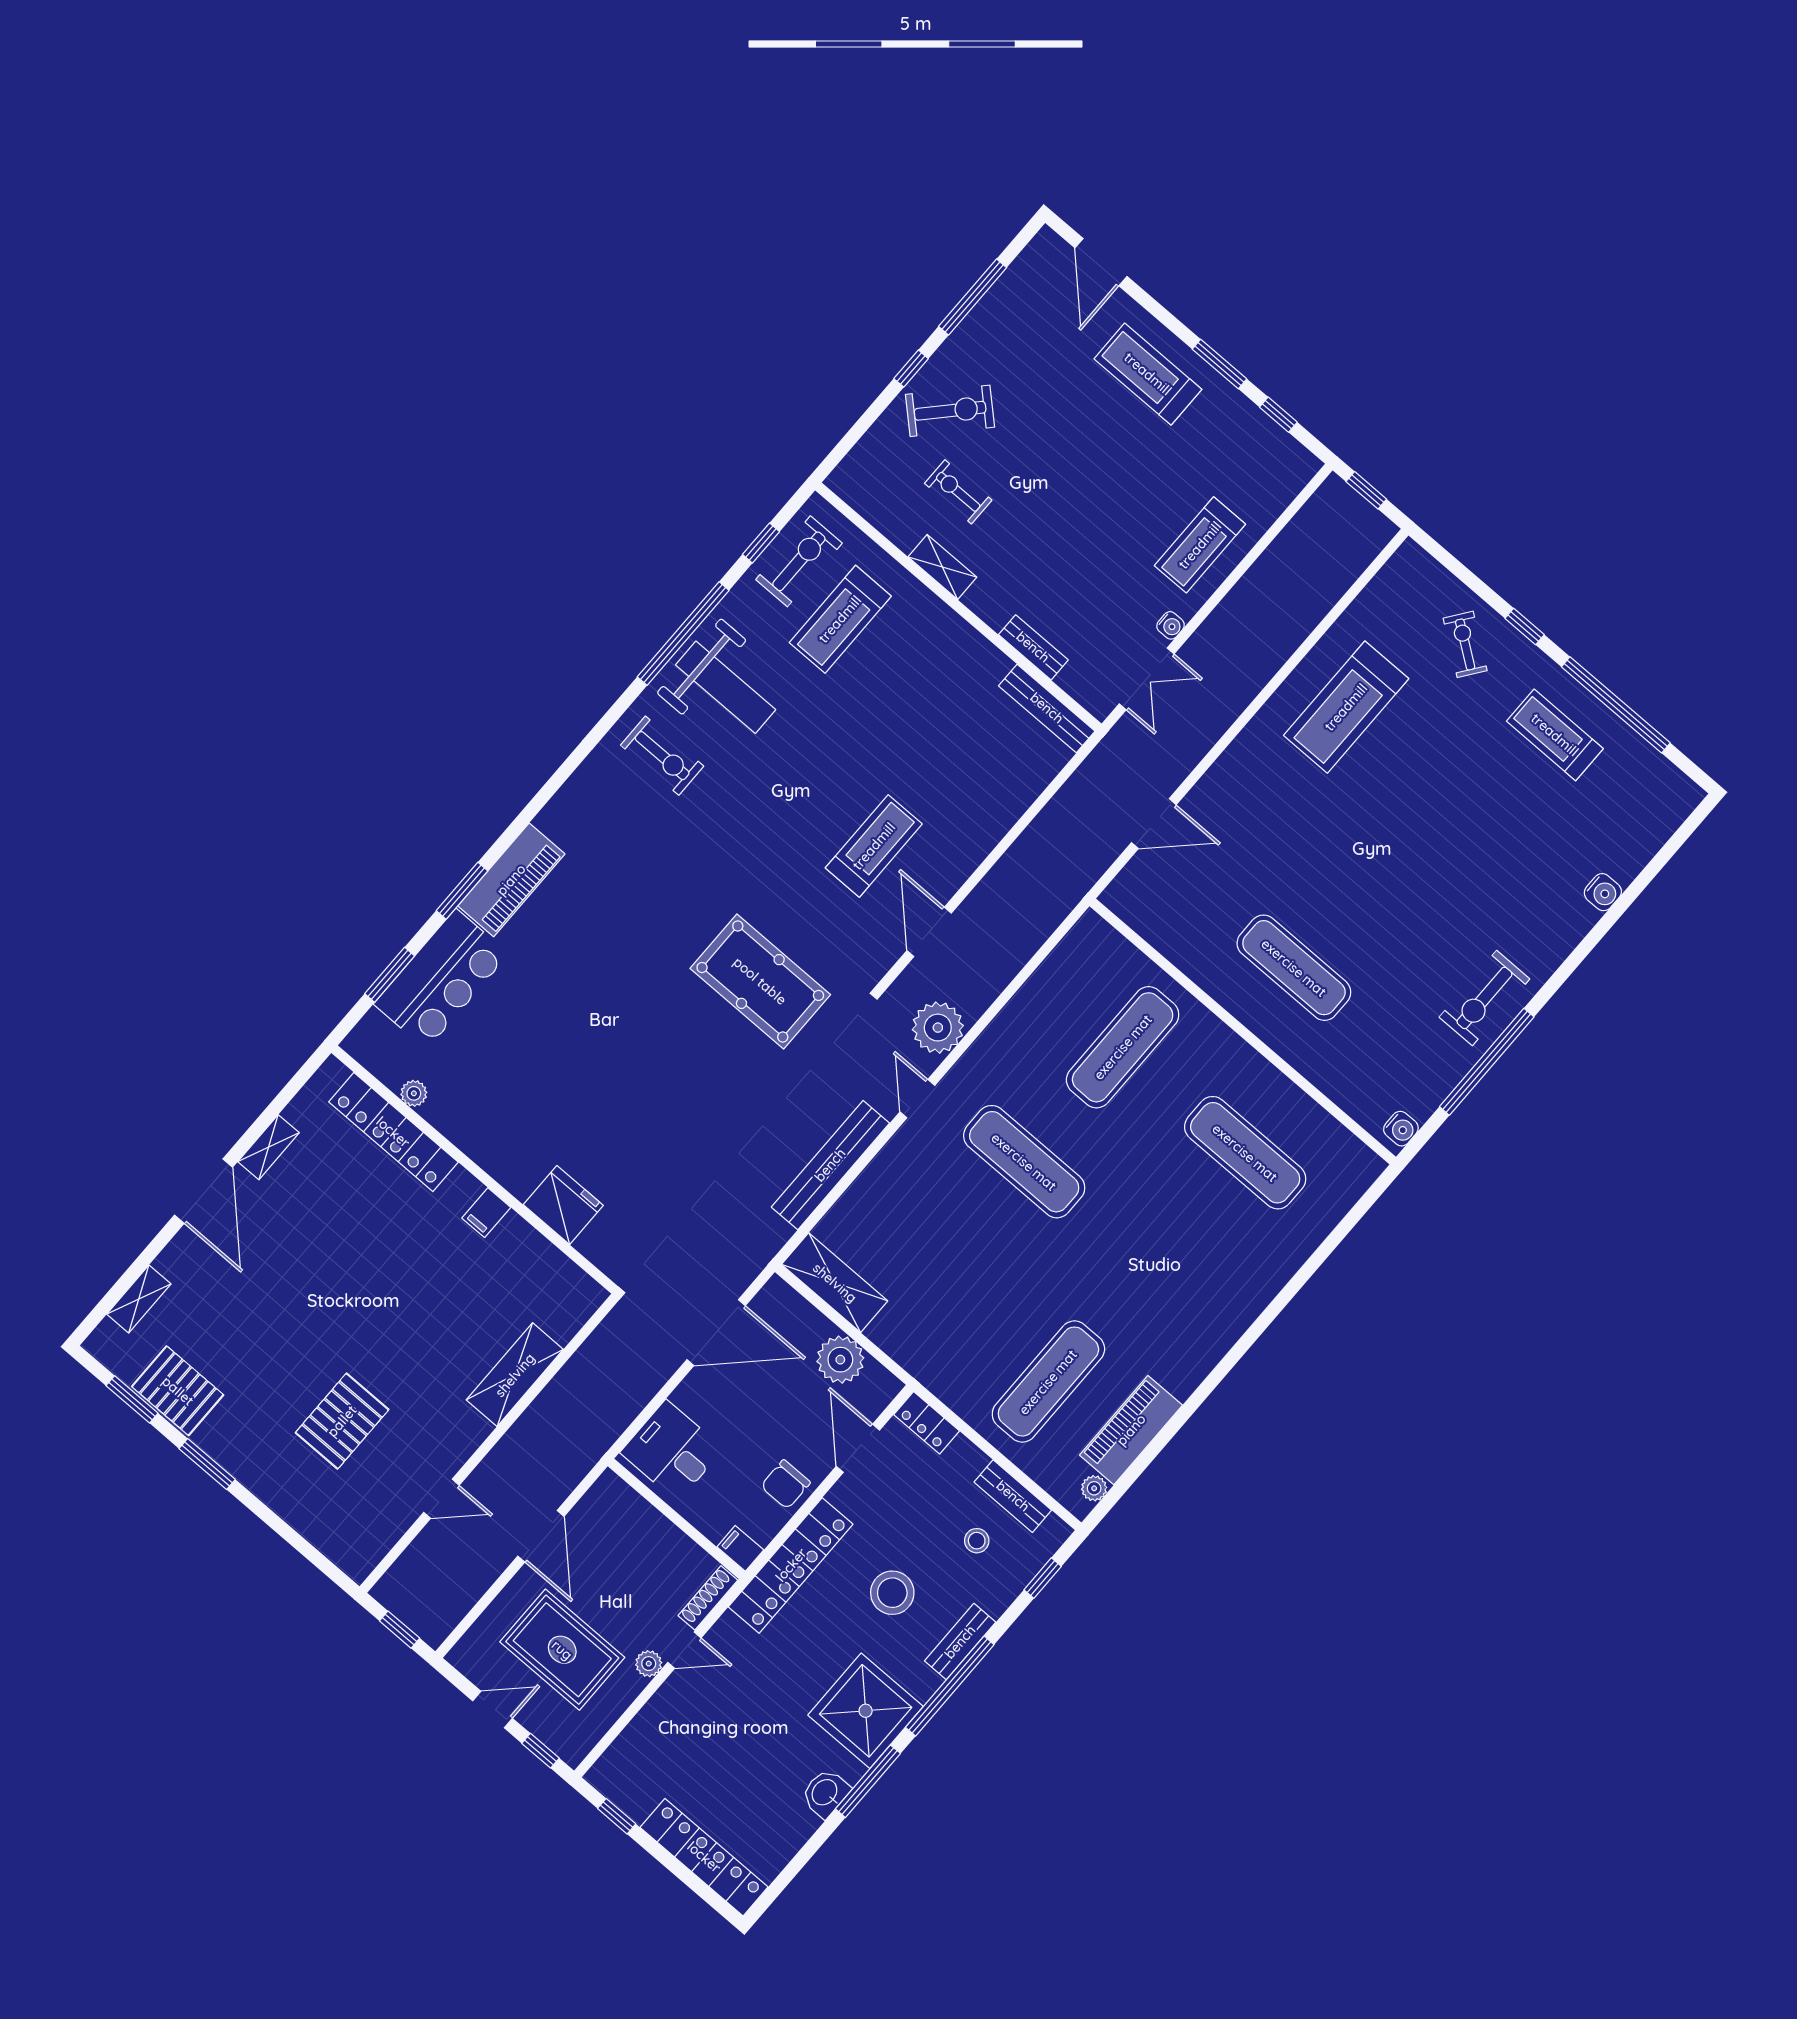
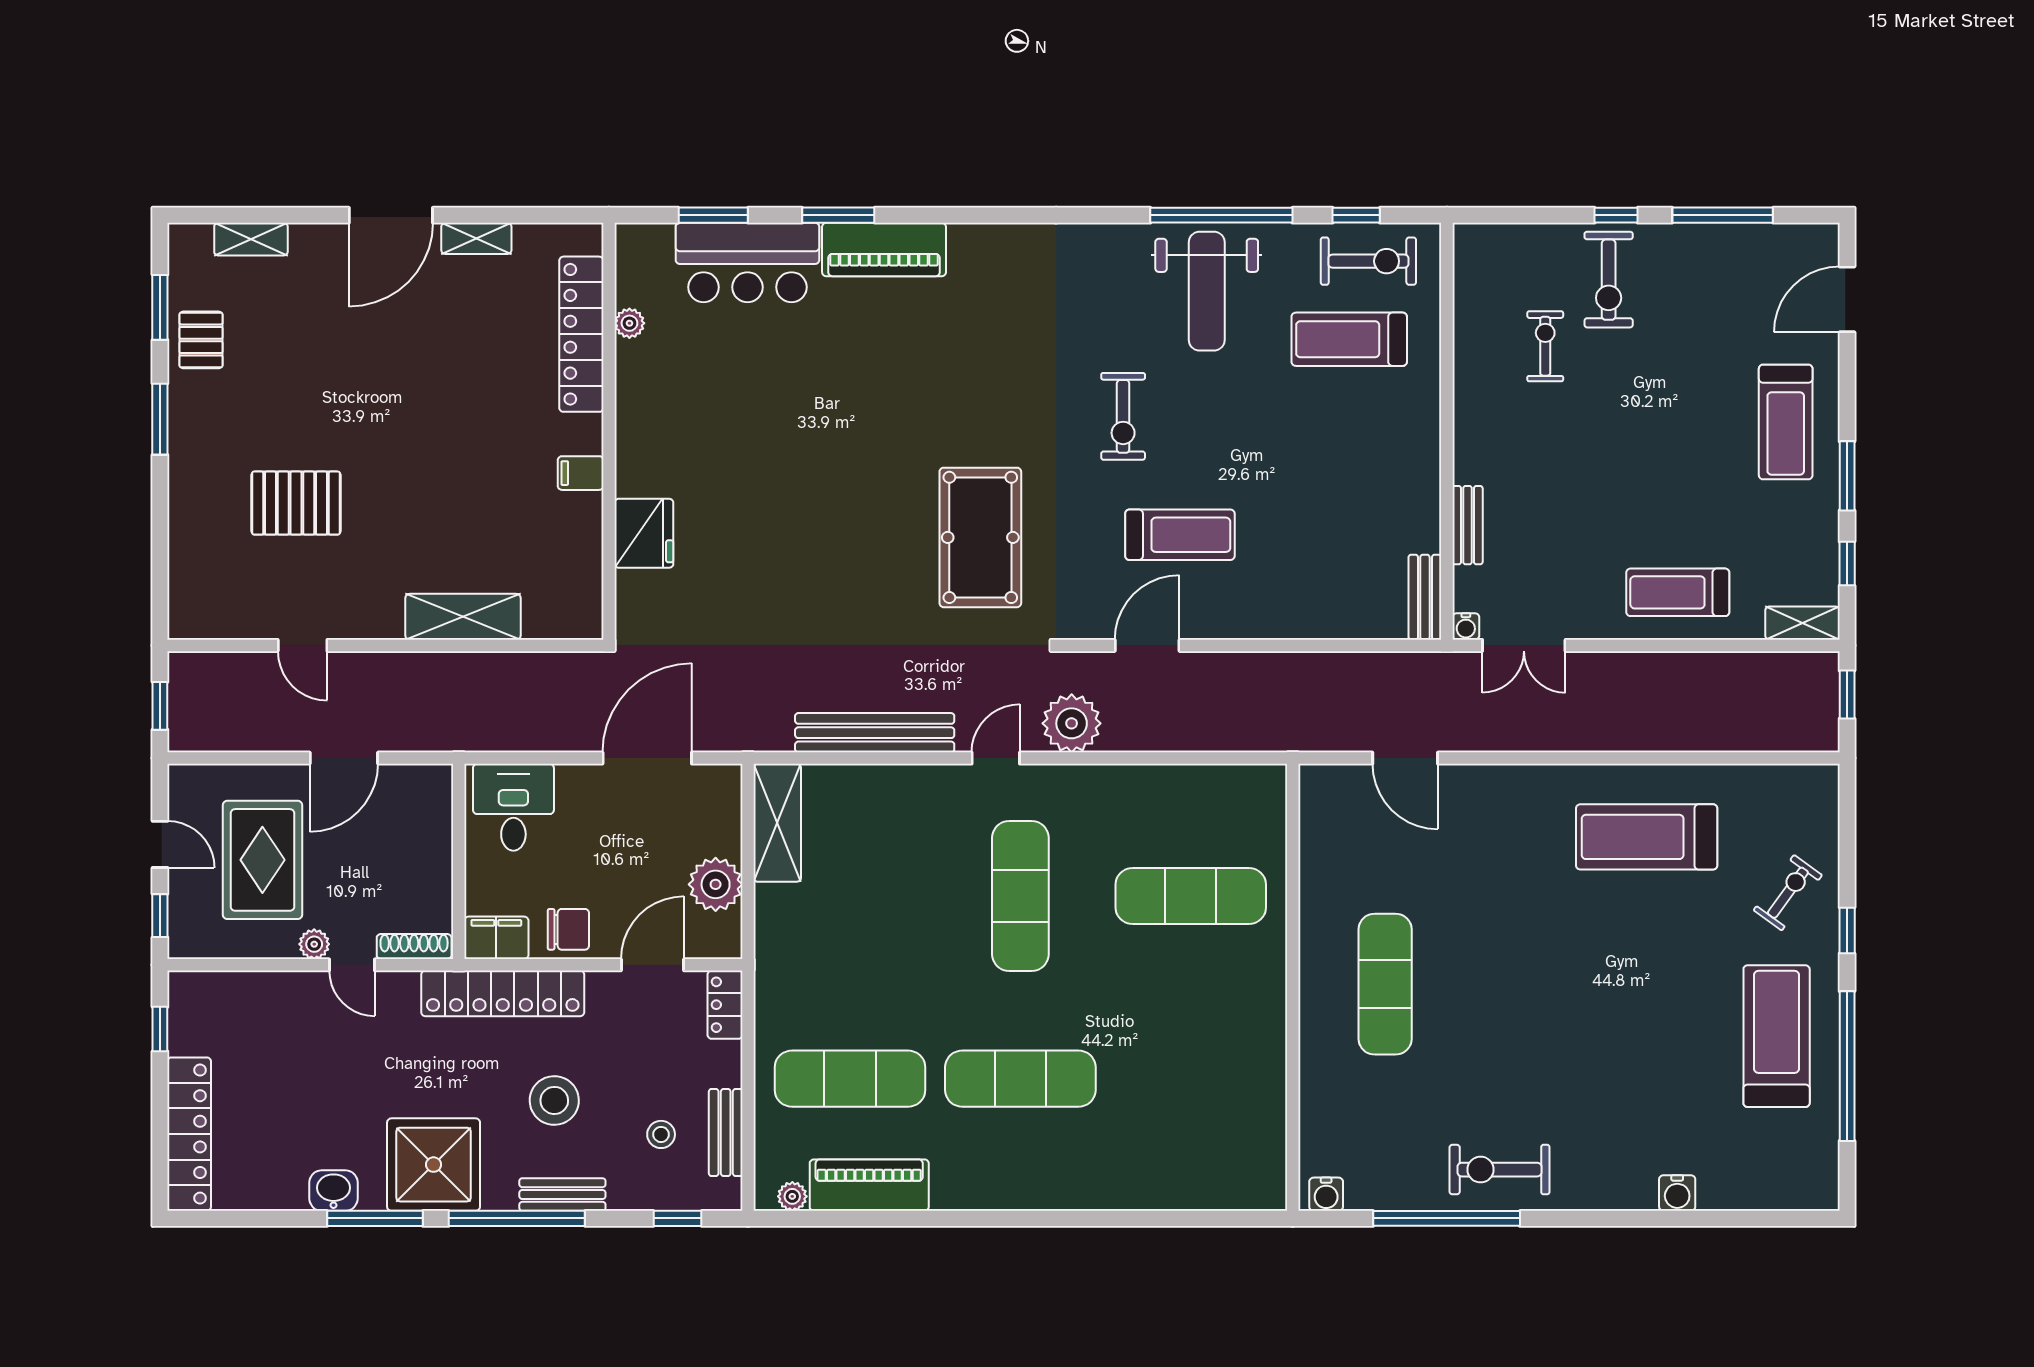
treadmill: (1148, 374) -> (1786, 422), turned 180
exercise bike: (950, 411) -> (1609, 280), turned 47
shelving: (942, 567) -> (1802, 623), moved, turned 90
water cooler: (1171, 625) -> (1466, 626), moved
bench: (1047, 708) -> (1425, 597), width x0.73
treadmill: (1555, 735) -> (1777, 1036), width x1.37, depth x1.38
exercise bike: (662, 756) -> (1123, 416), moved
exercise mat: (1245, 1153) -> (1020, 1079), moved, turned 90
door: (716, 1333) -> (647, 758), swing flipped
pallet: (178, 1391) -> (201, 340), width x0.67, depth x0.71
chair: (786, 1484) -> (568, 929), turned 180
filing cabinet: (740, 1548) -> (496, 938), width x2.00

